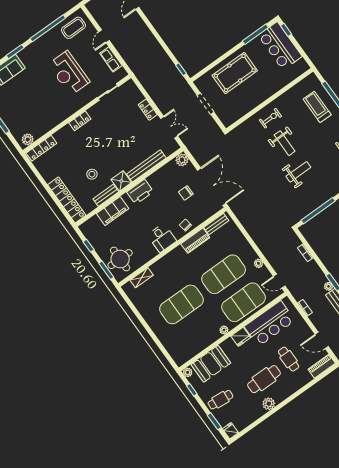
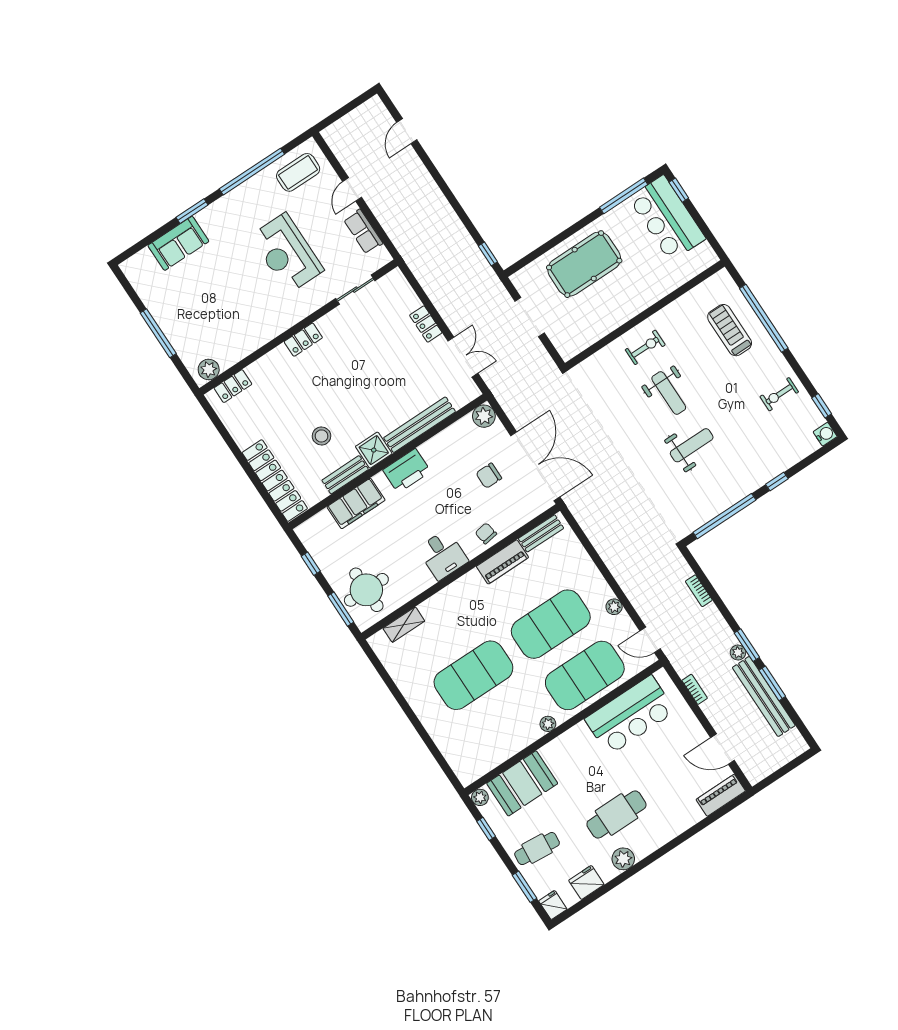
locker: (42, 148) -> (233, 386), width x0.66
fridge: (241, 337) -> (586, 882), moved, turned 180
cafe table: (289, 359) -> (662, 780), removed

